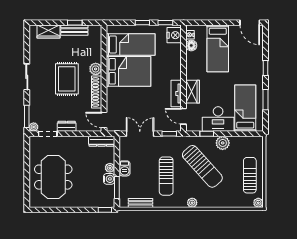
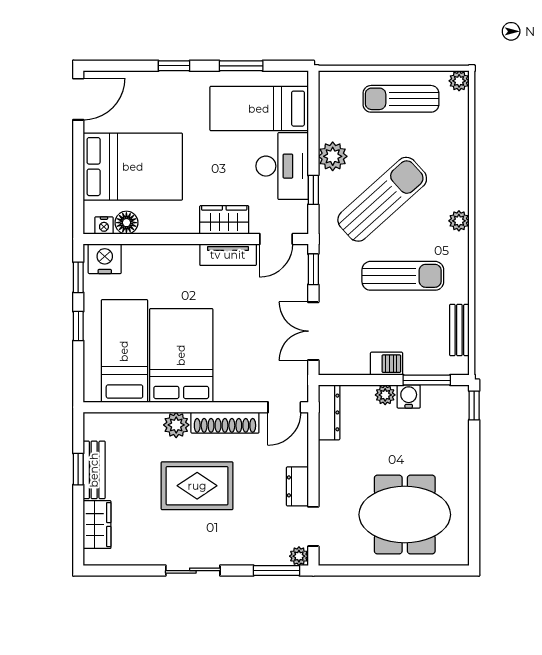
bed: (218, 48) -> (133, 167), width x1.50

